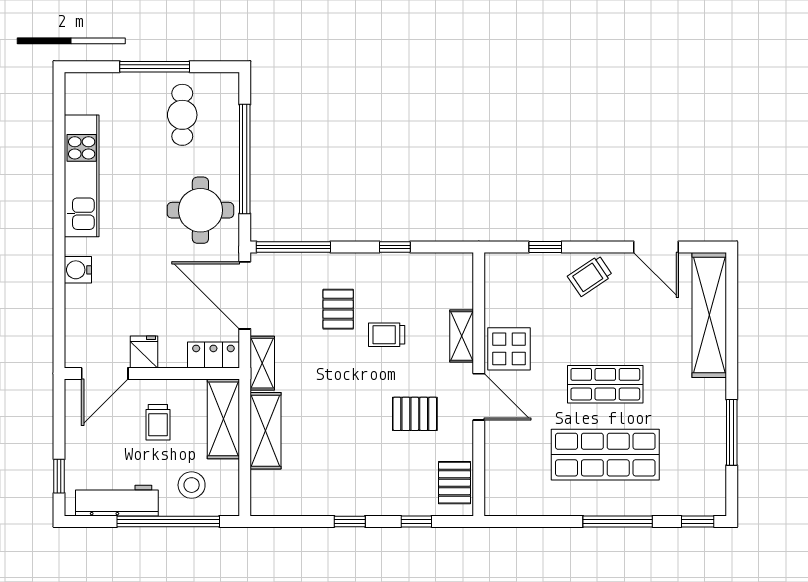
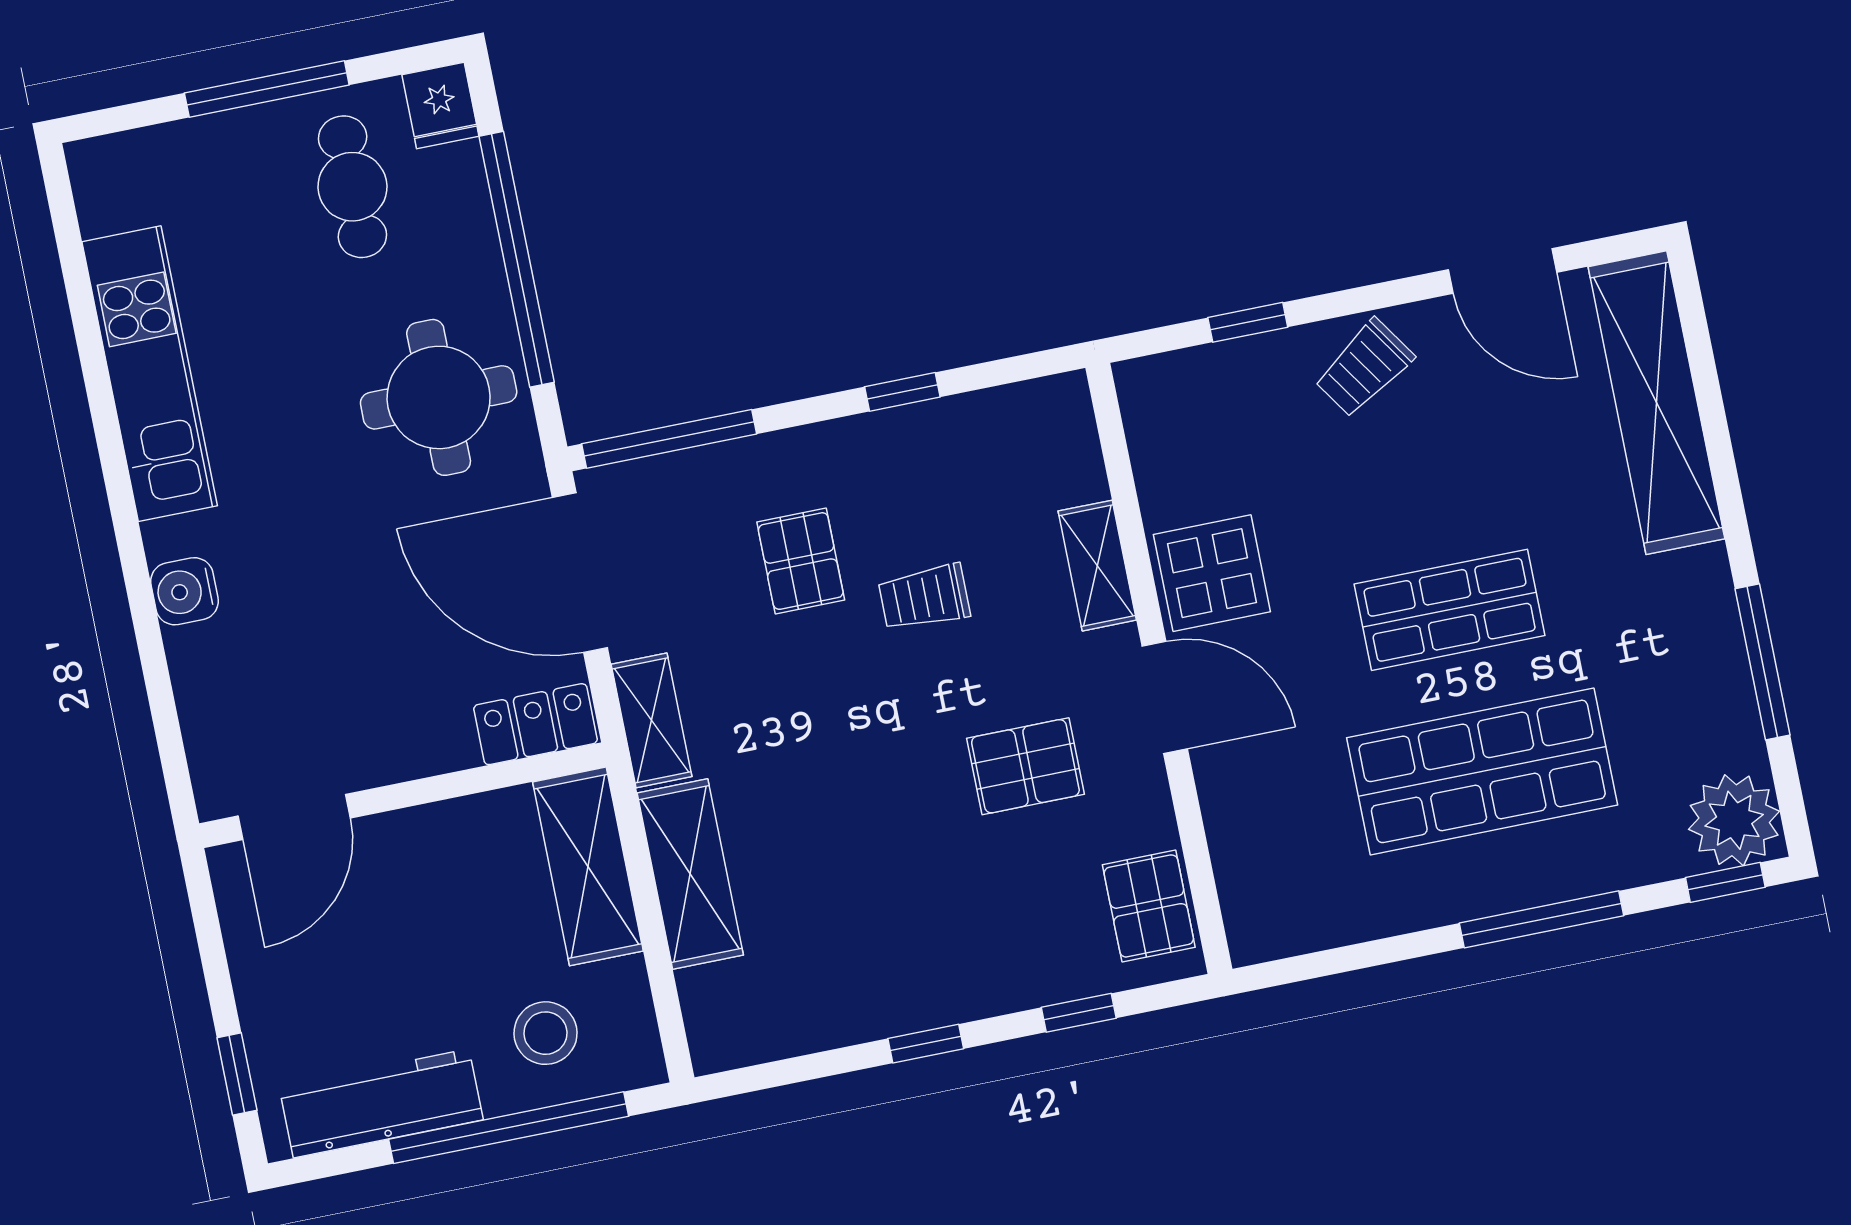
fridge: (144, 352) -> (440, 105), moved, turned 180
trolley: (158, 422) -> (439, 905), removed
plant: (707, 496) -> (1734, 820), added

